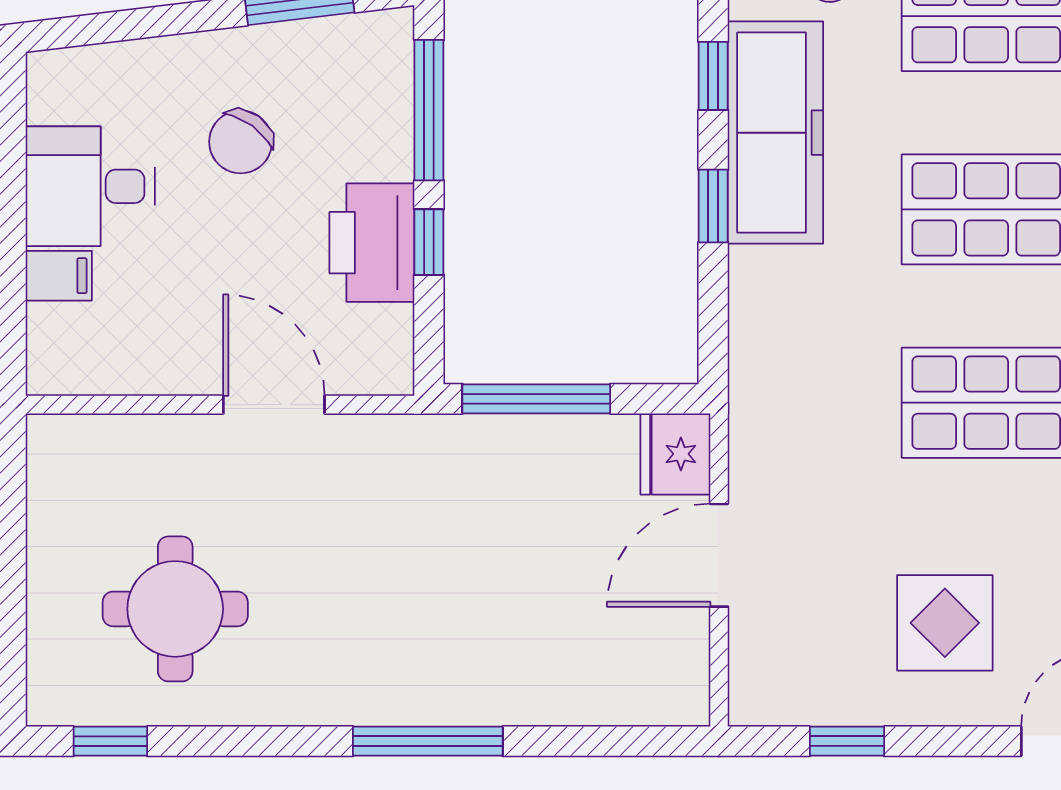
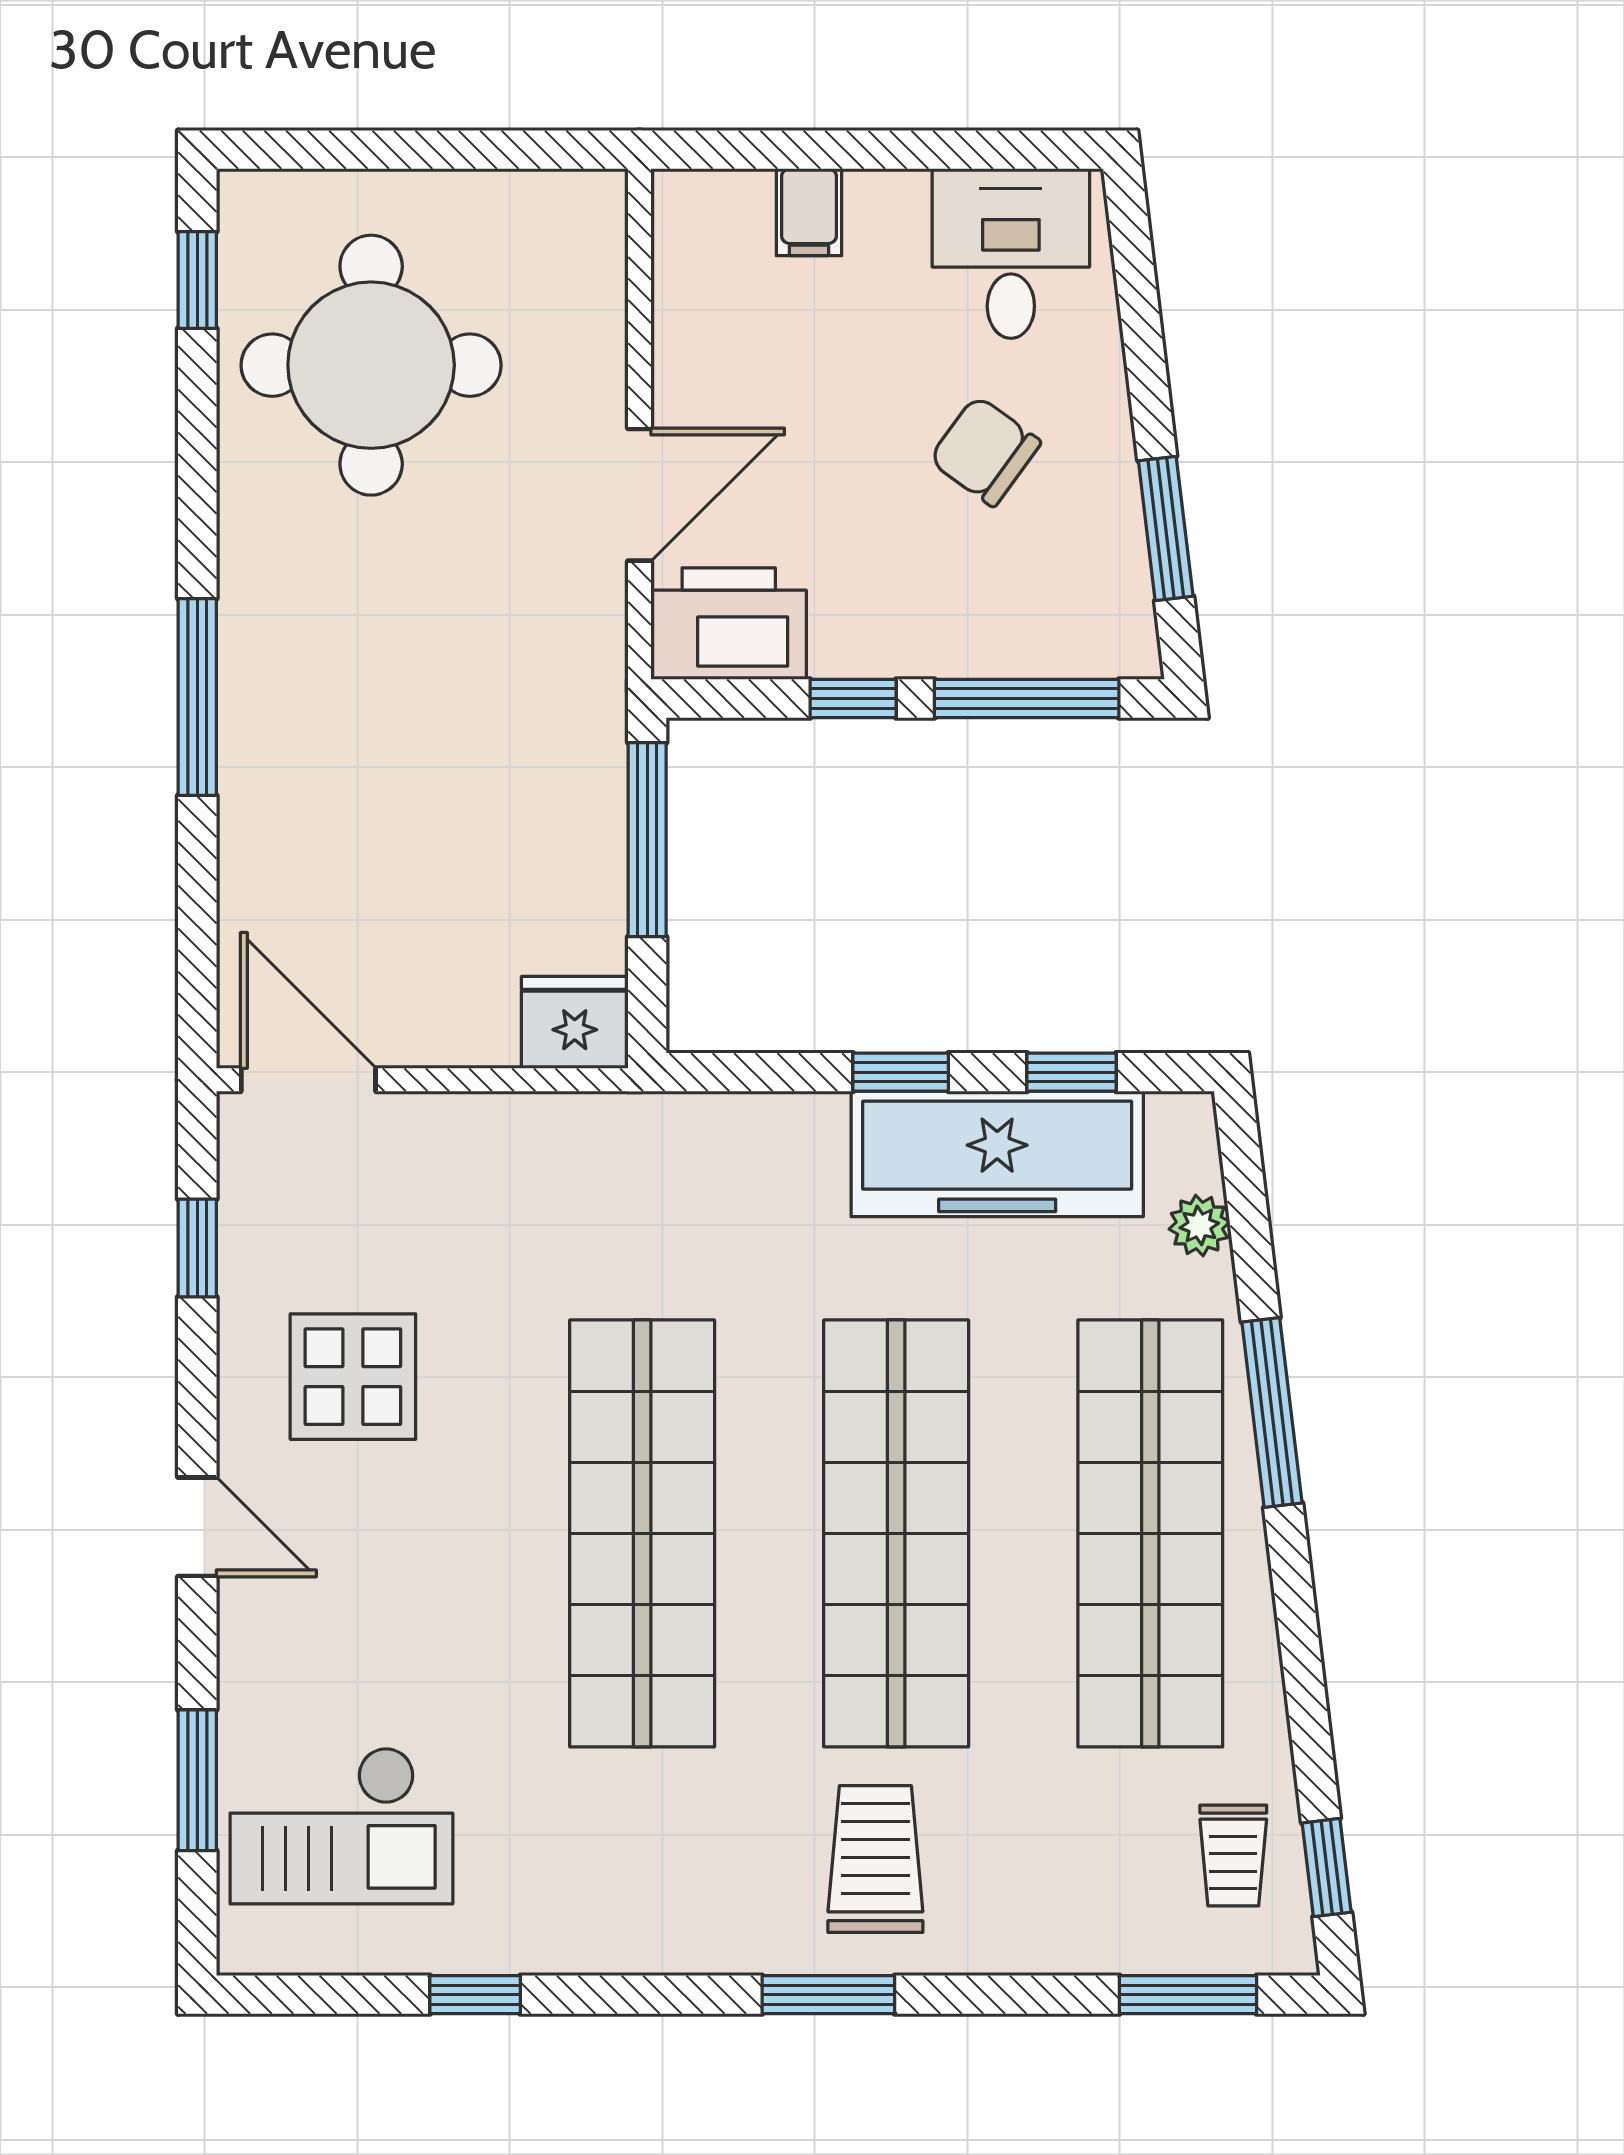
desk: (90, 186) -> (1011, 253), moved
printer: (372, 243) -> (729, 624), moved
door: (719, 555) -> (308, 1080), moved
round table: (175, 609) -> (371, 365), width x1.36, depth x1.36

